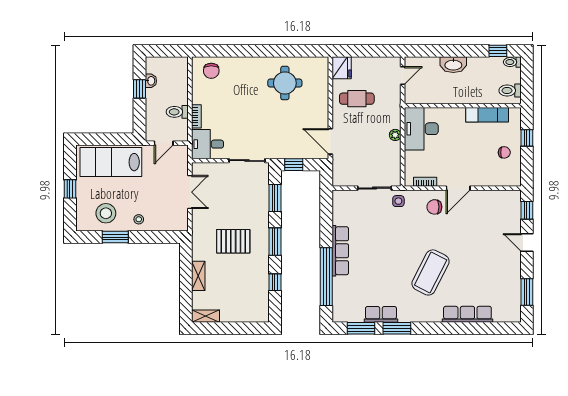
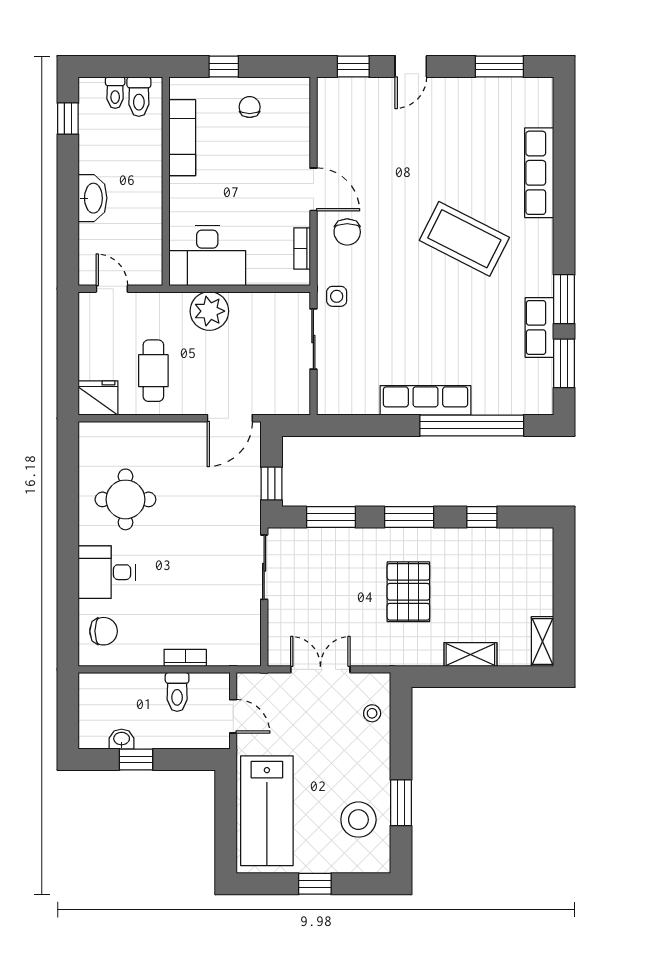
toilet: (512, 62) -> (115, 93), moved
plant: (395, 135) -> (209, 311), width x1.88, depth x1.88
desk: (207, 144) -> (107, 572), moved, turned 90
stool: (139, 219) -> (372, 713), moved

